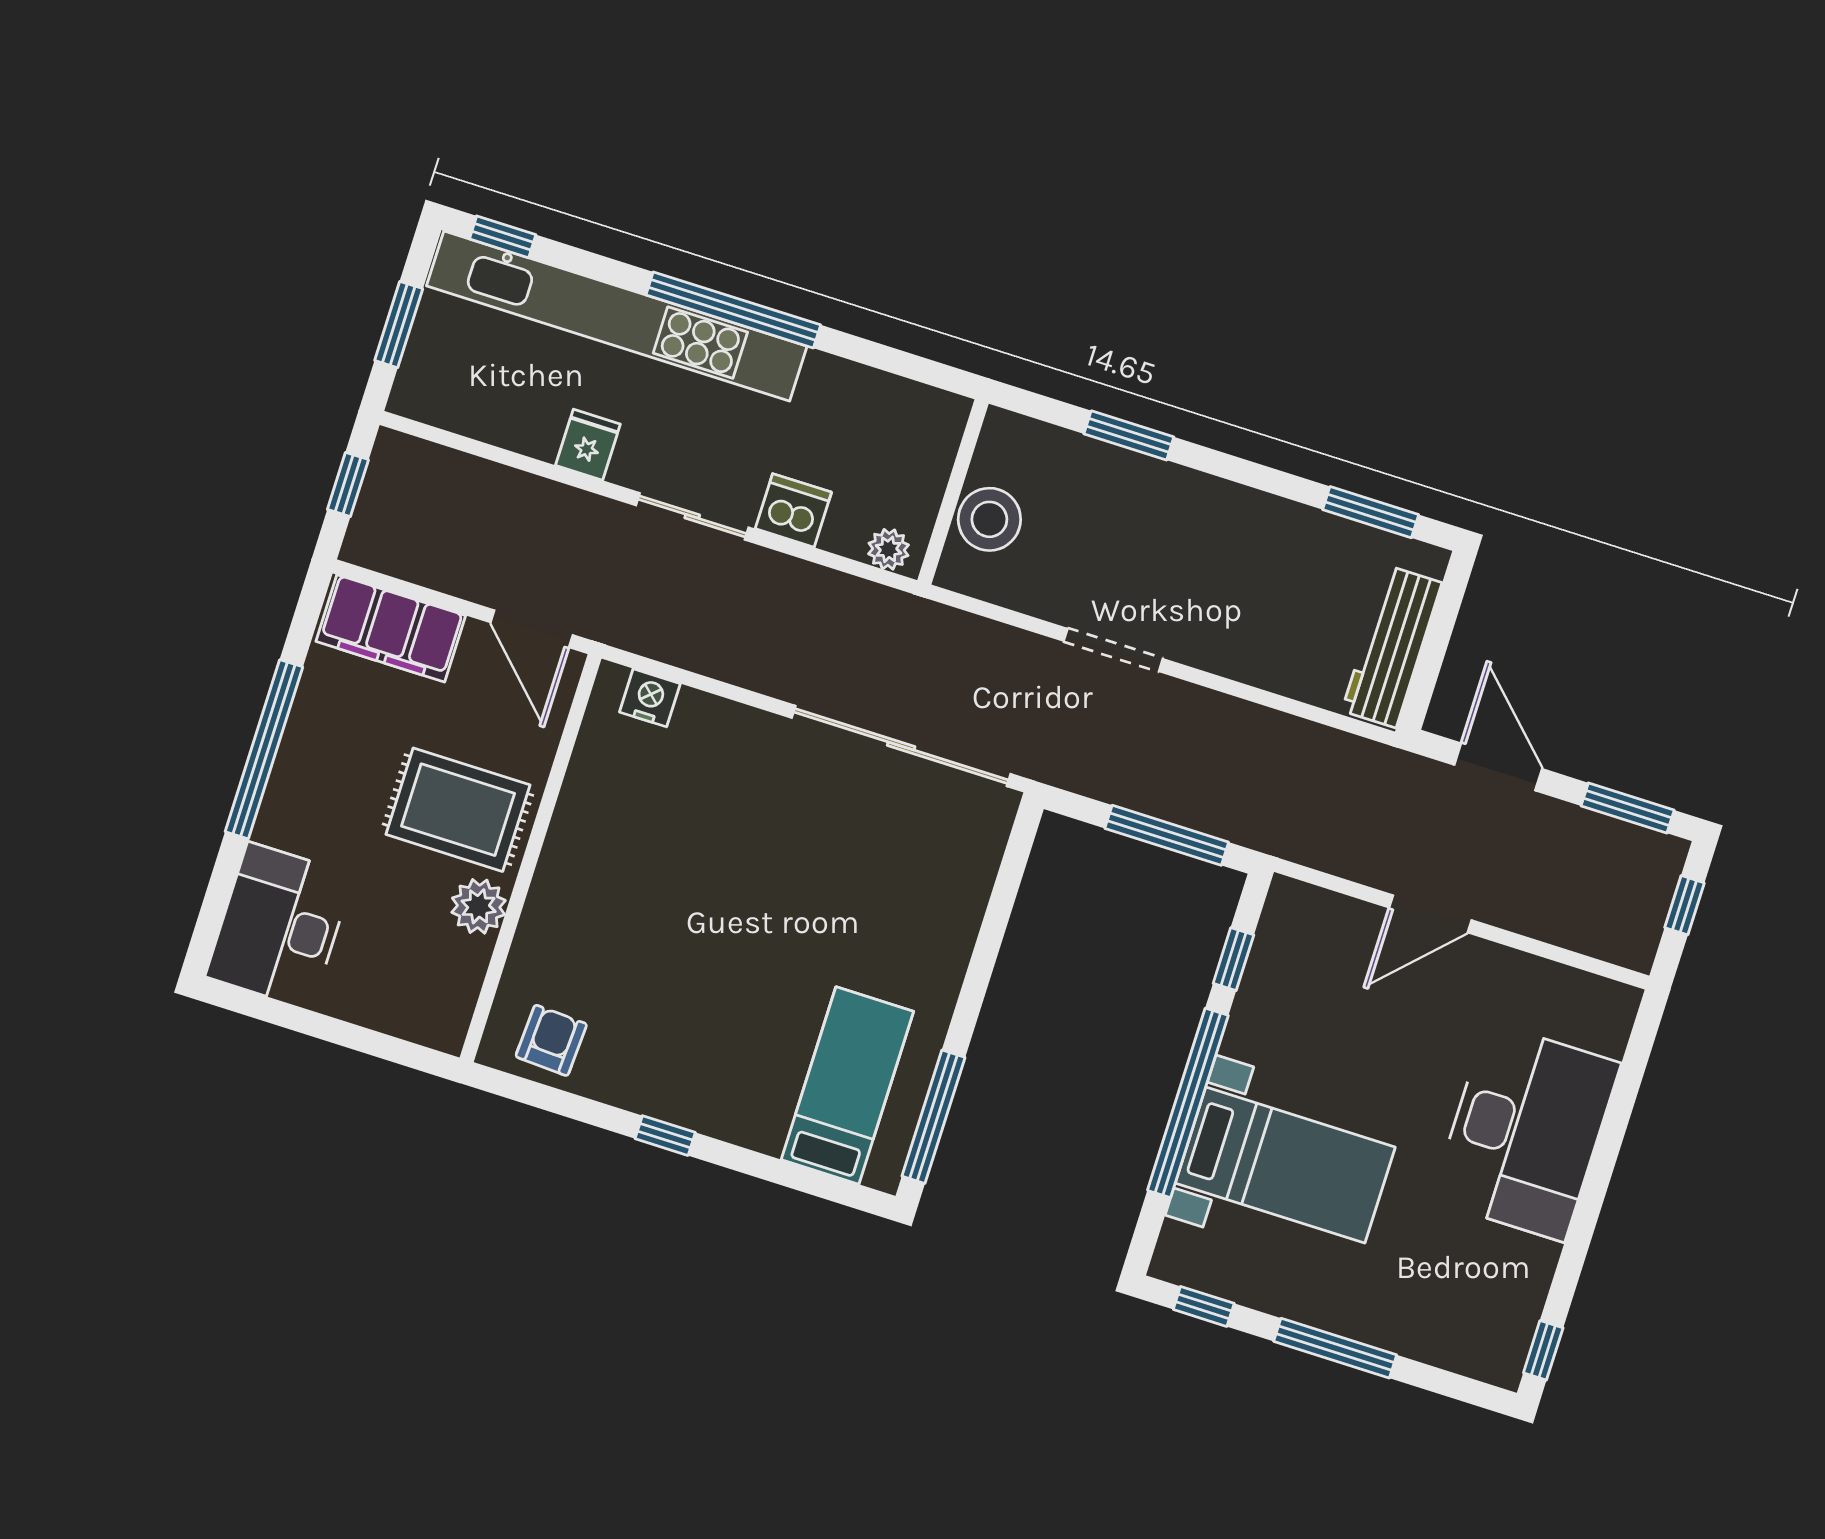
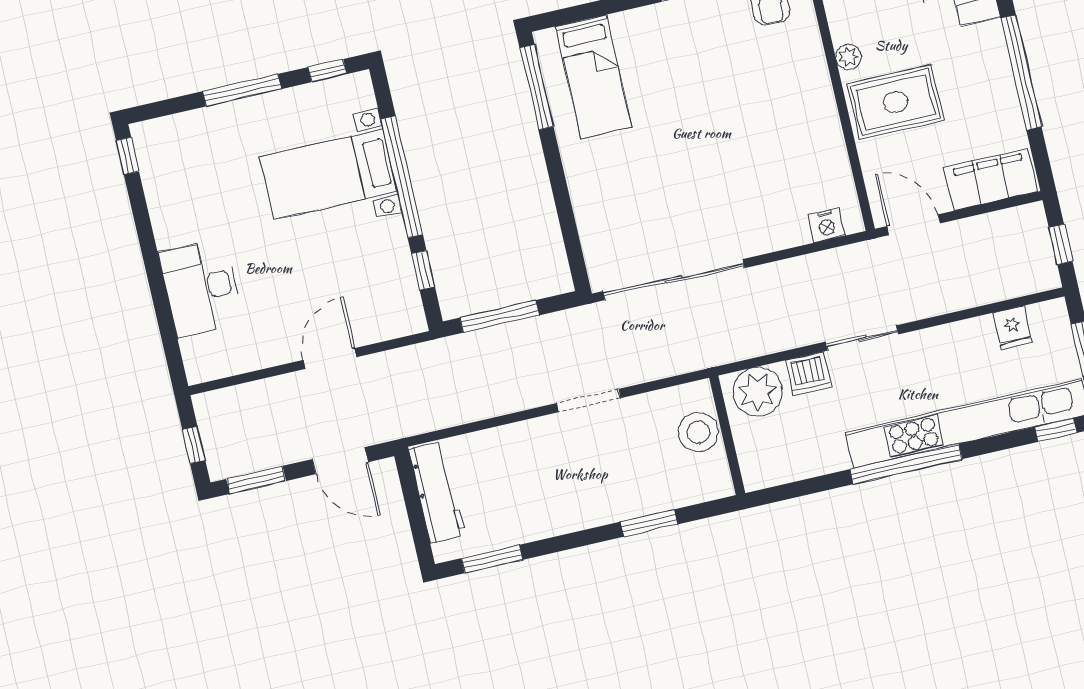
fridge: (588, 445) -> (1012, 328), moved
plant: (889, 549) -> (758, 392), width x1.87, depth x1.87
plant: (479, 906) -> (848, 57), width x0.73, depth x0.73
desk: (1526, 1132) -> (201, 288), width x0.73, depth x0.77

